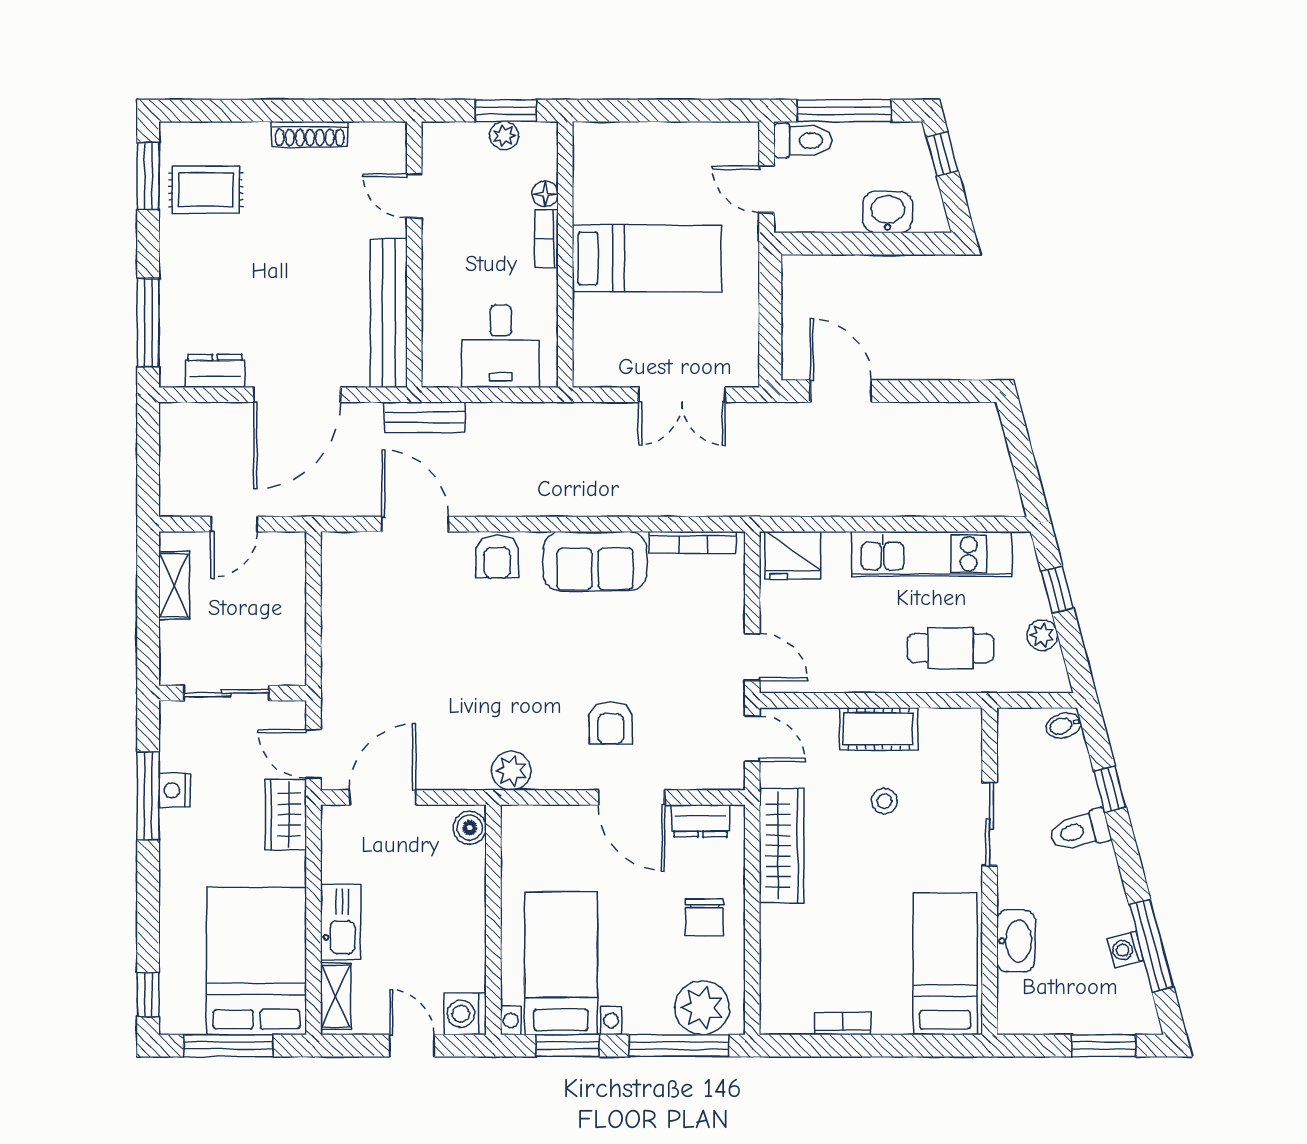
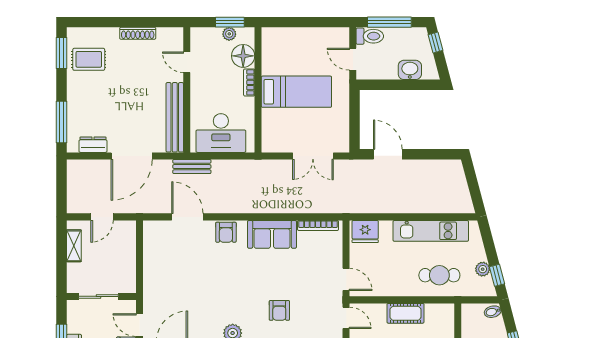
floor lamp: (545, 194) -> (243, 56), width x1.89, depth x1.89
desk: (501, 346) -> (221, 133), width x1.37
window: (1057, 590) -> (497, 275), moved

